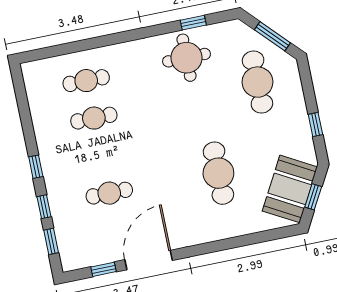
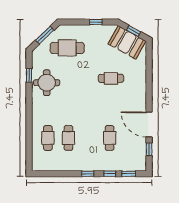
cafe table: (218, 173) -> (111, 78), width x0.73, depth x0.74

